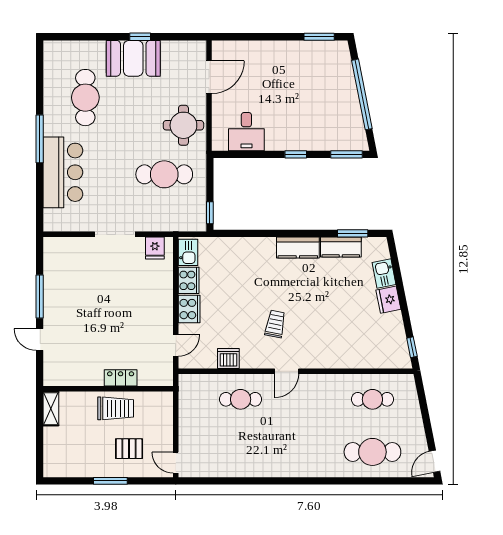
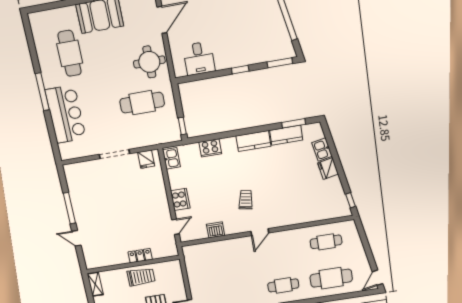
cooker: (189, 280) -> (210, 148), moved, turned 90
cafe table: (241, 399) -> (283, 285), moved

